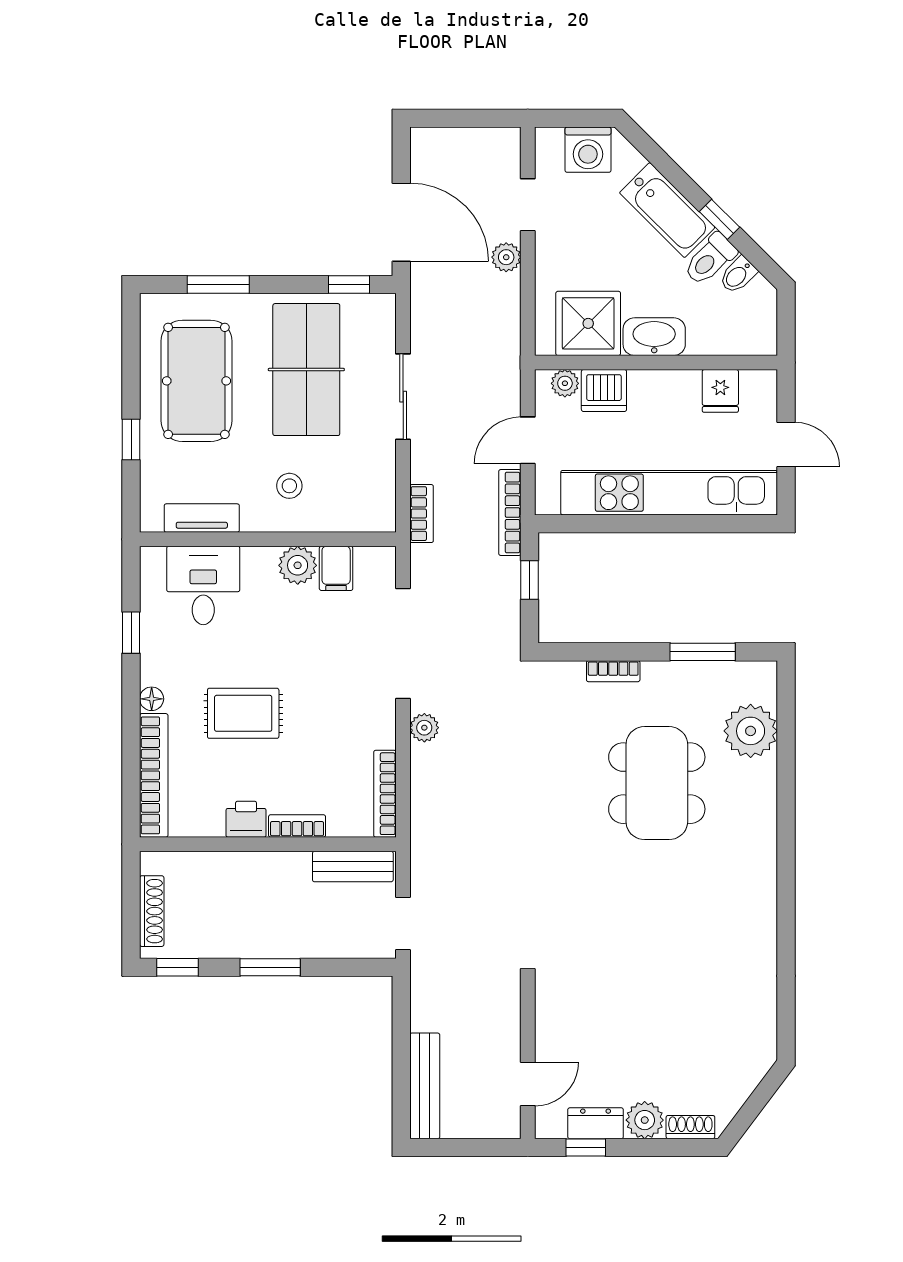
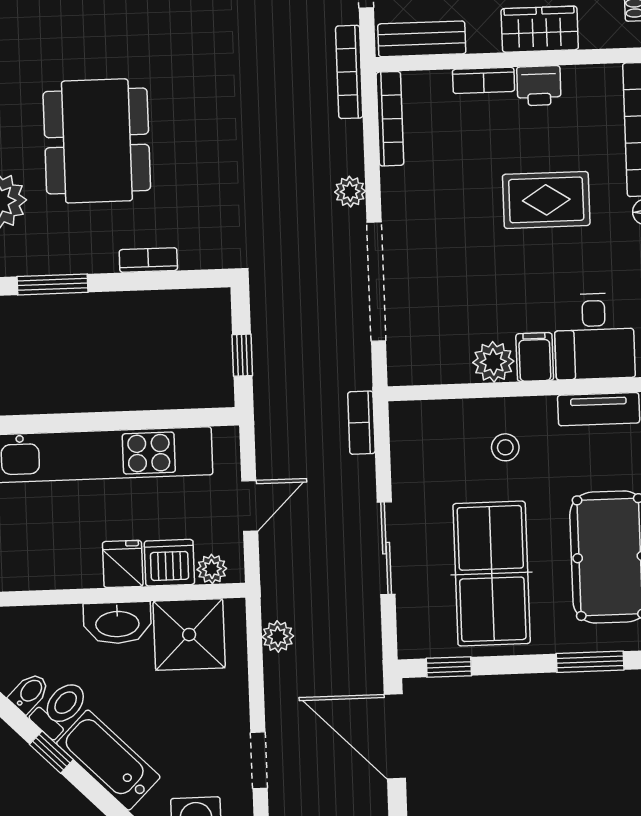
plant: (506, 257) -> (278, 636), moved
fridge: (720, 391) -> (123, 564), moved
bookcase: (510, 513) -> (349, 72), moved, turned 180
filing cabinet: (336, 568) -> (535, 357), moved
wardrobe: (243, 871) -> (540, 29), added

